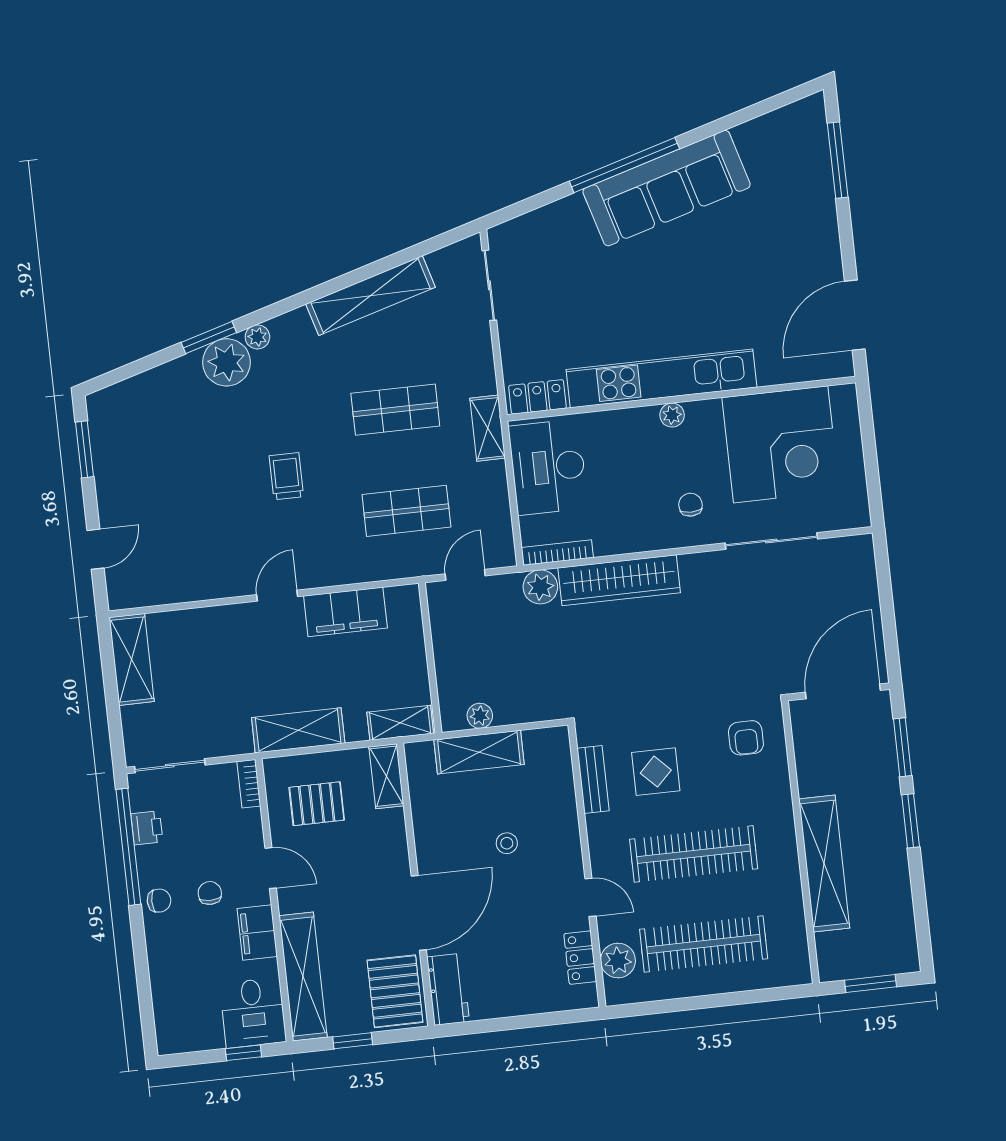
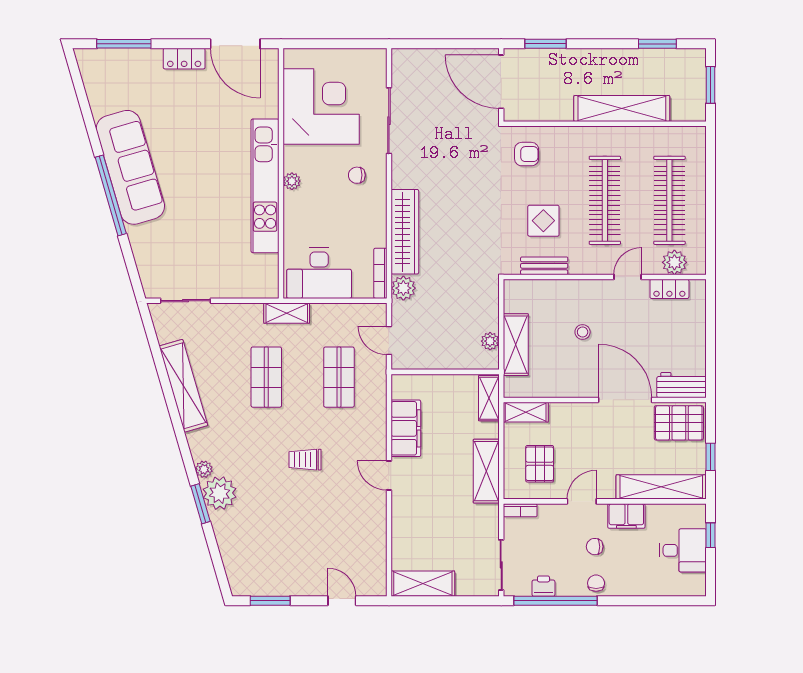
locker: (537, 397) -> (184, 59), moved, turned -90
window: (911, 821) -> (657, 44), moved
desk: (253, 1013) -> (683, 550), moved

